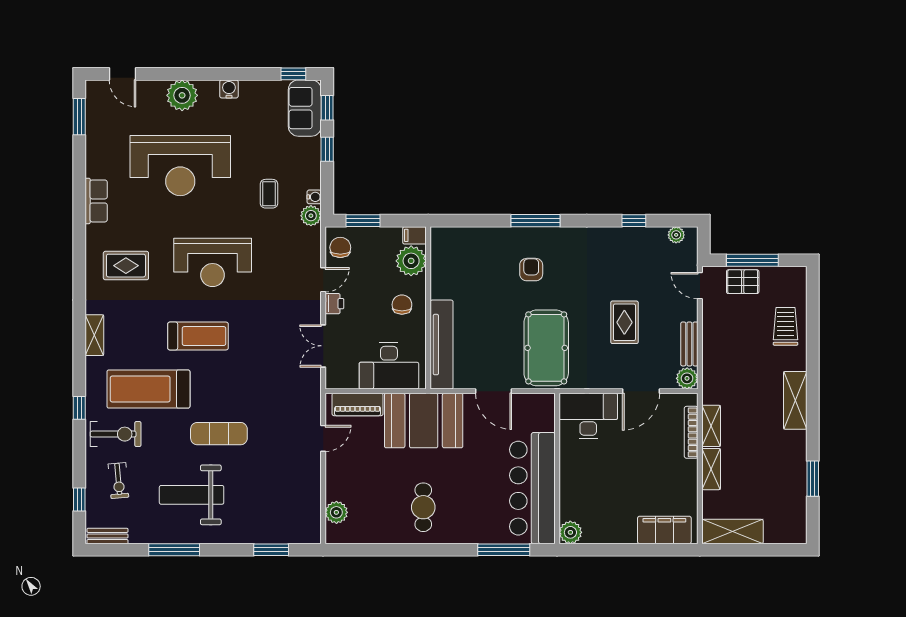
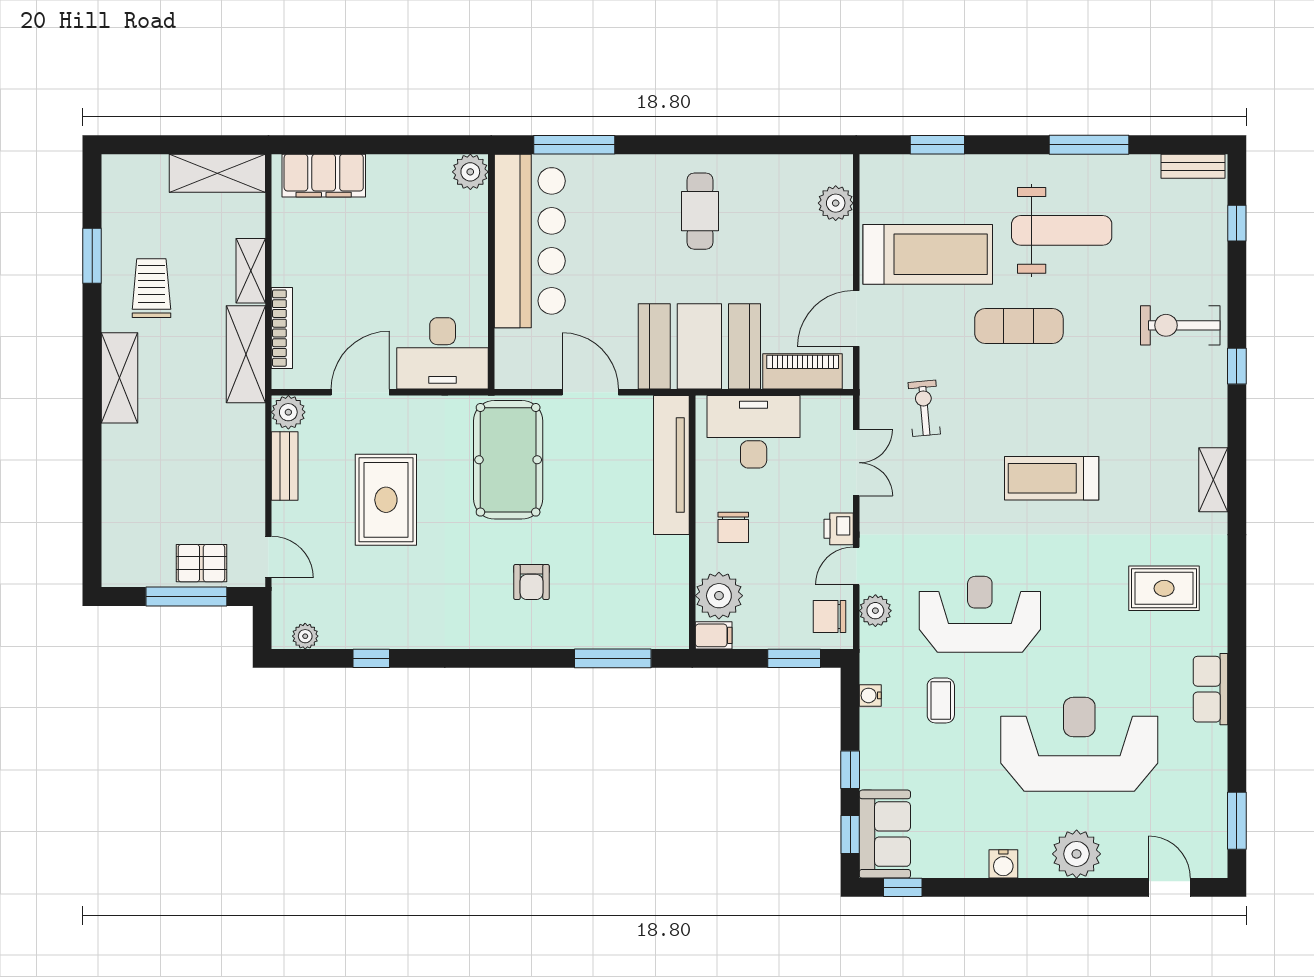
plant: (311, 216) -> (875, 611), moved
window: (535, 221) -> (613, 658), moved
chair: (340, 247) -> (830, 617), turned 90
reception desk: (213, 262) -> (980, 614), moved
rug: (624, 322) -> (386, 500), width x1.36, depth x1.43
trolley: (785, 326) -> (151, 288), moved, turned 180
treadmill: (148, 389) -> (928, 254), moved
shelving: (711, 426) -> (246, 354), width x1.50, depth x1.33
door: (323, 438) -> (856, 319), width x1.38
exercise bike: (118, 481) -> (924, 408), moved

